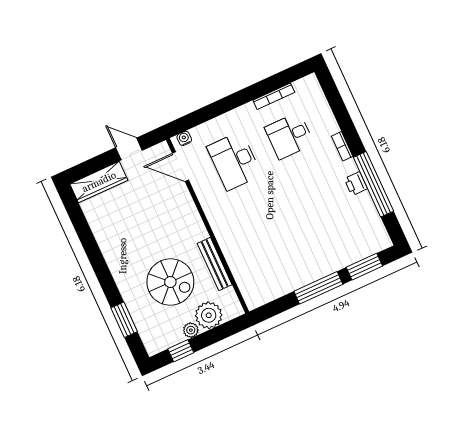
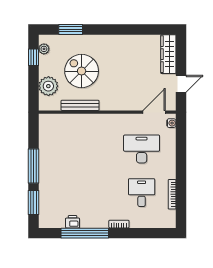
printer: (356, 184) -> (73, 222), moved
spiral stairs: (170, 282) -> (82, 71), turned 90
plant: (191, 330) -> (44, 49), moved

